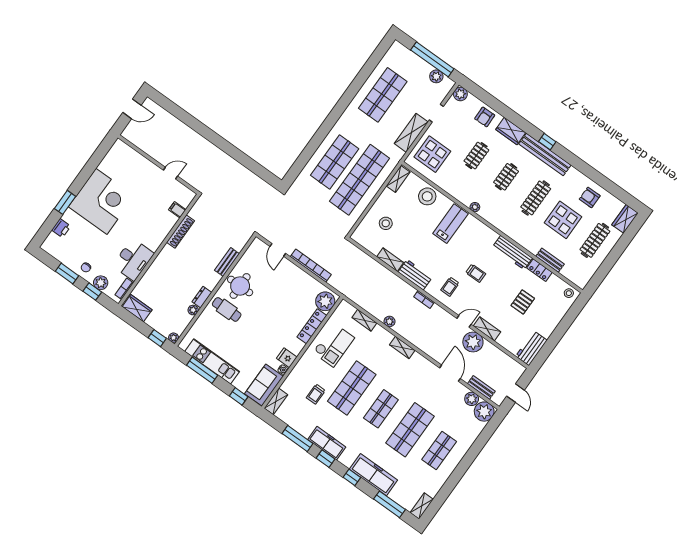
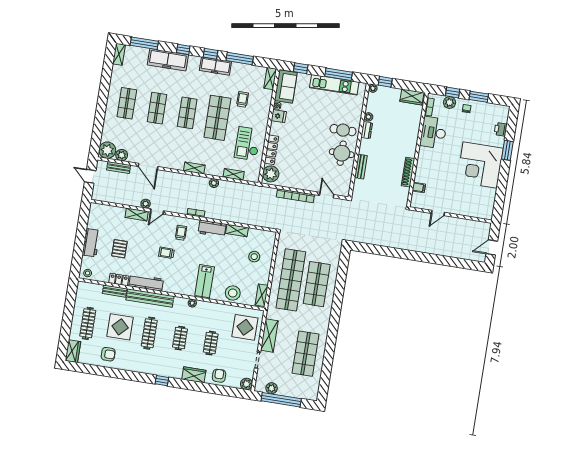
bench: (545, 155) -> (150, 298), moved
plant: (473, 342) -> (146, 204), width x0.53, depth x0.53
workbench: (531, 348) -> (91, 243), moved
shop shelf: (410, 430) -> (157, 108), width x0.70, depth x0.74

